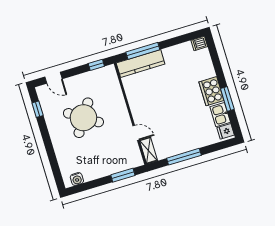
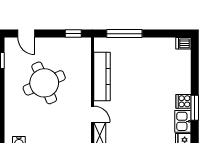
kitchen counter: (141, 63) -> (102, 77), moved, turned -90
cooker: (211, 91) -> (184, 101), width x0.53, depth x0.76
round table: (83, 118) -> (44, 83), turned 34

